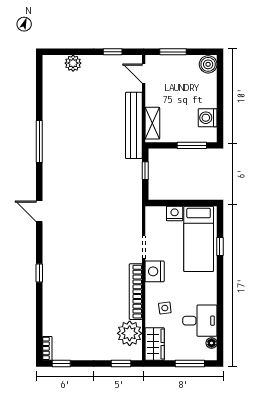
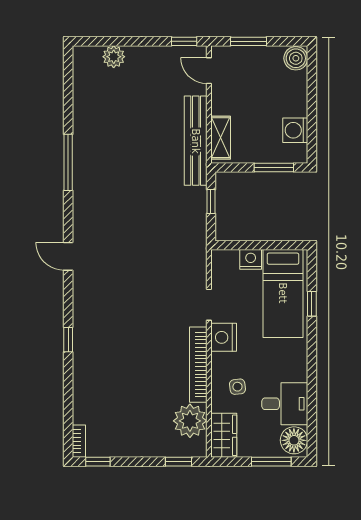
window: (113, 52) -> (184, 41), moved
floor lamp: (212, 343) -> (294, 440), width x1.89, depth x1.89

